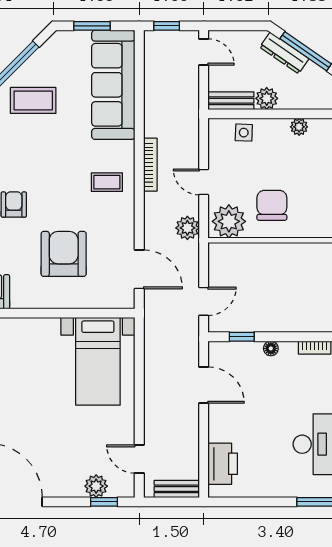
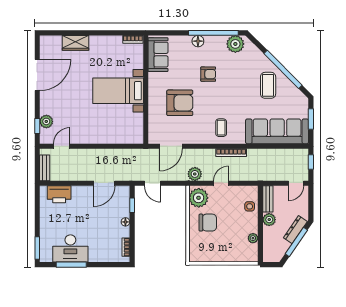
bed with nightstands: (98, 361) -> (118, 91), moved

